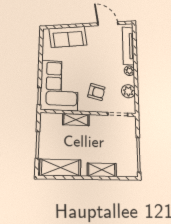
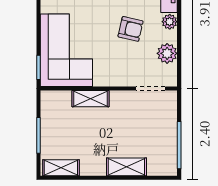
armchair: (96, 92) -> (131, 29), moved
shelving: (60, 168) -> (61, 168), width x0.67, depth x0.75

